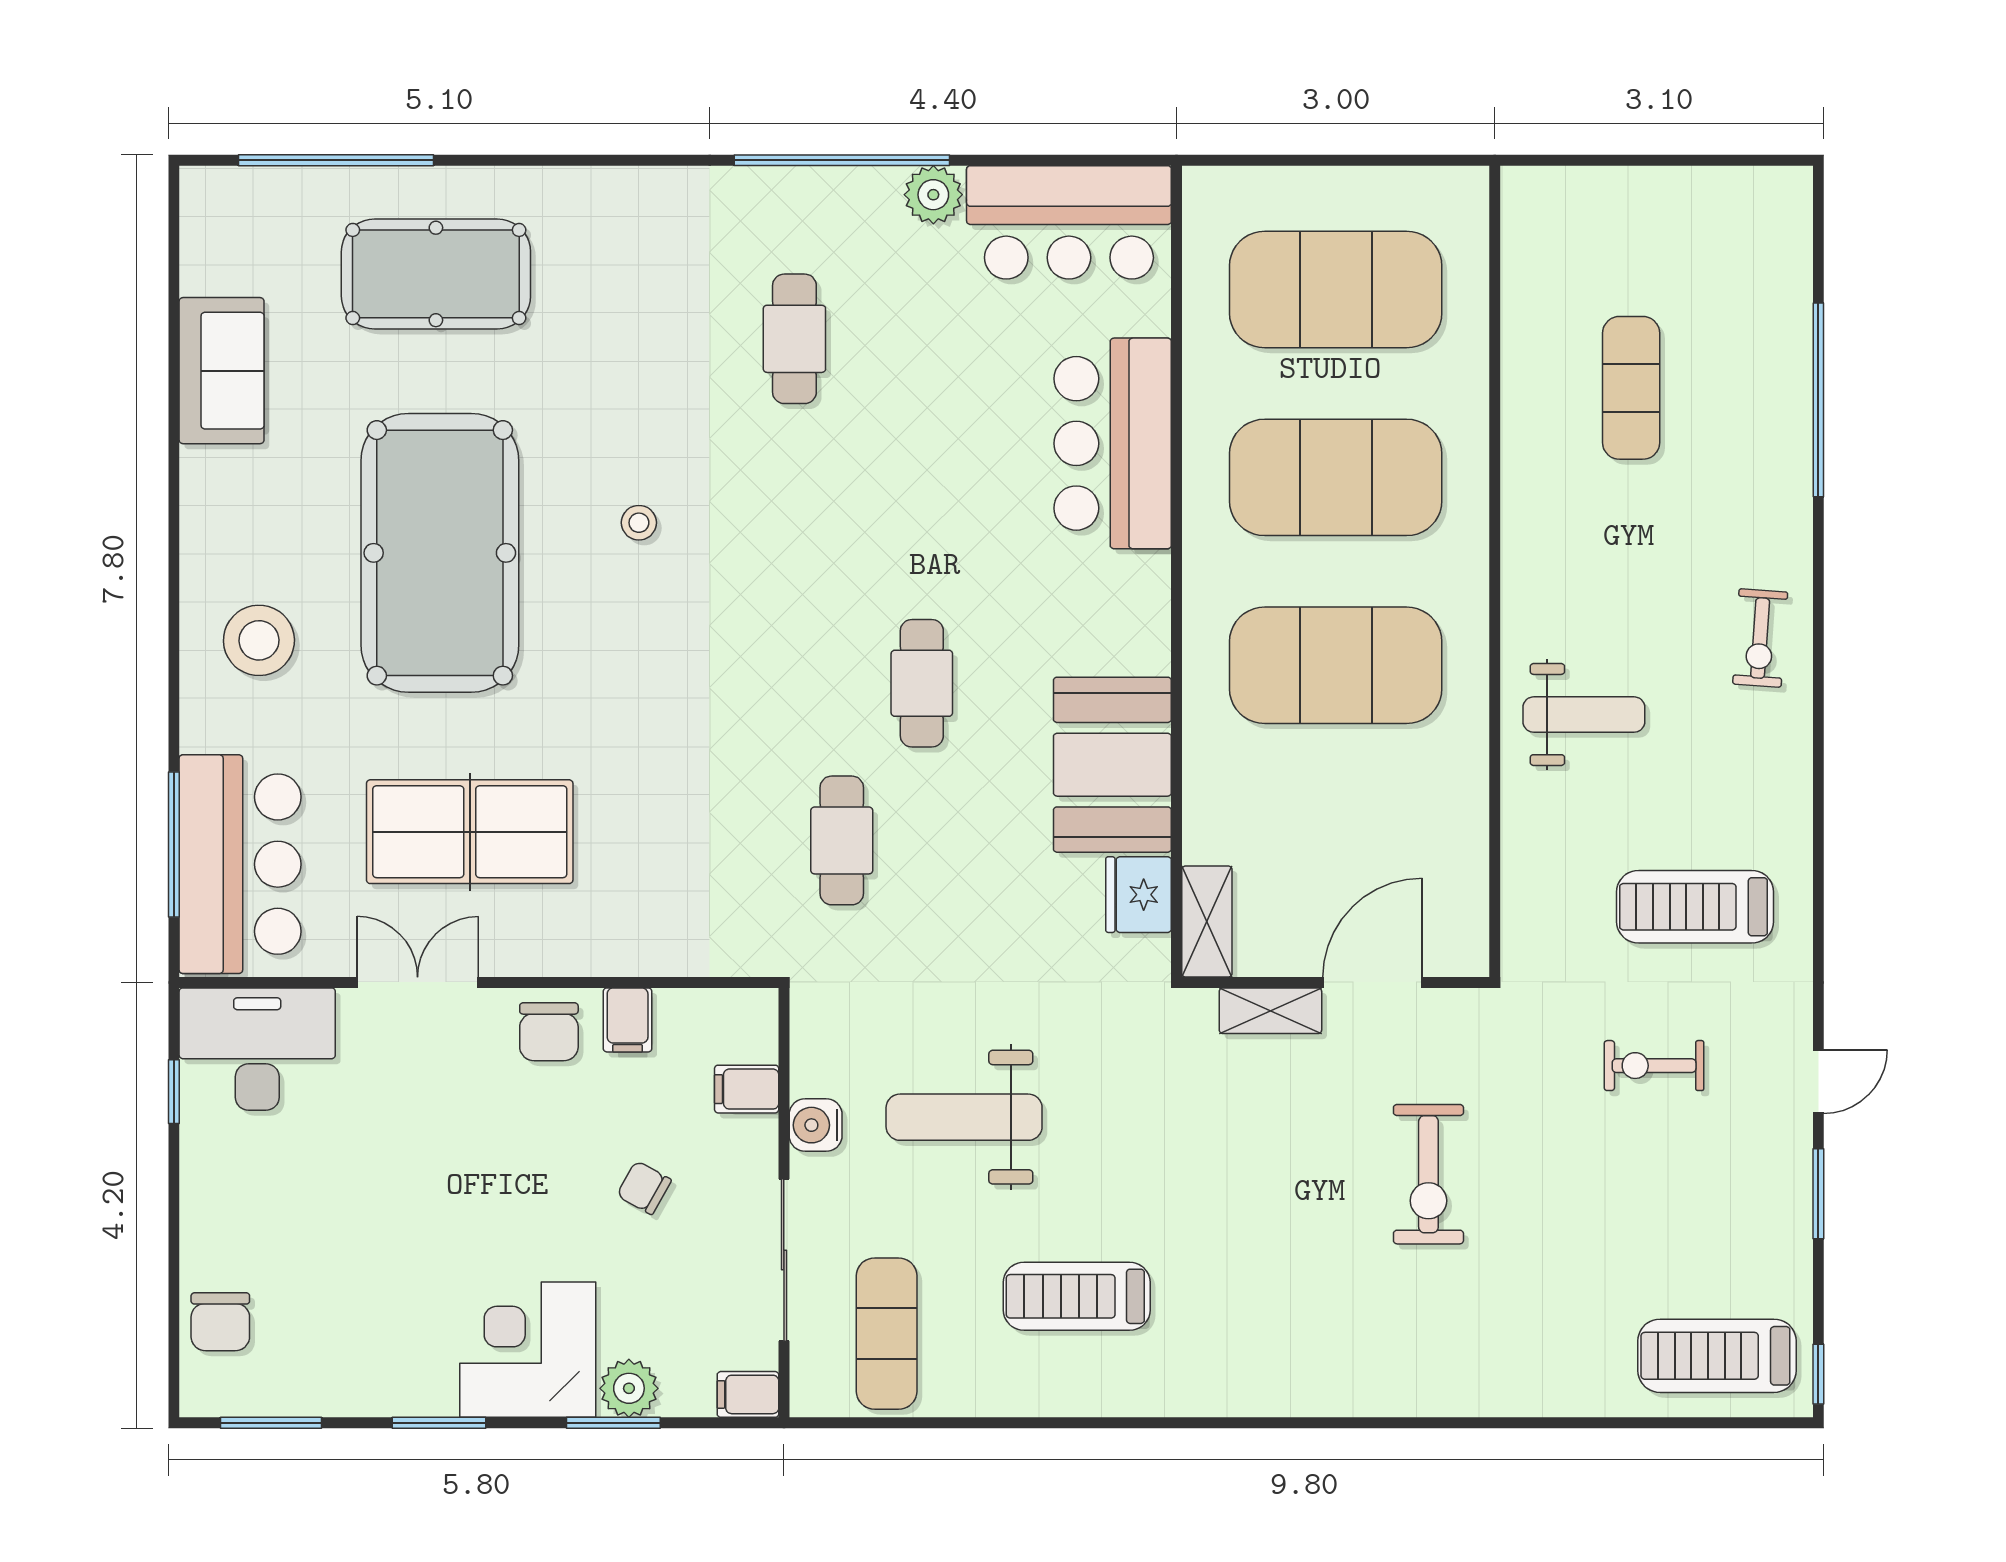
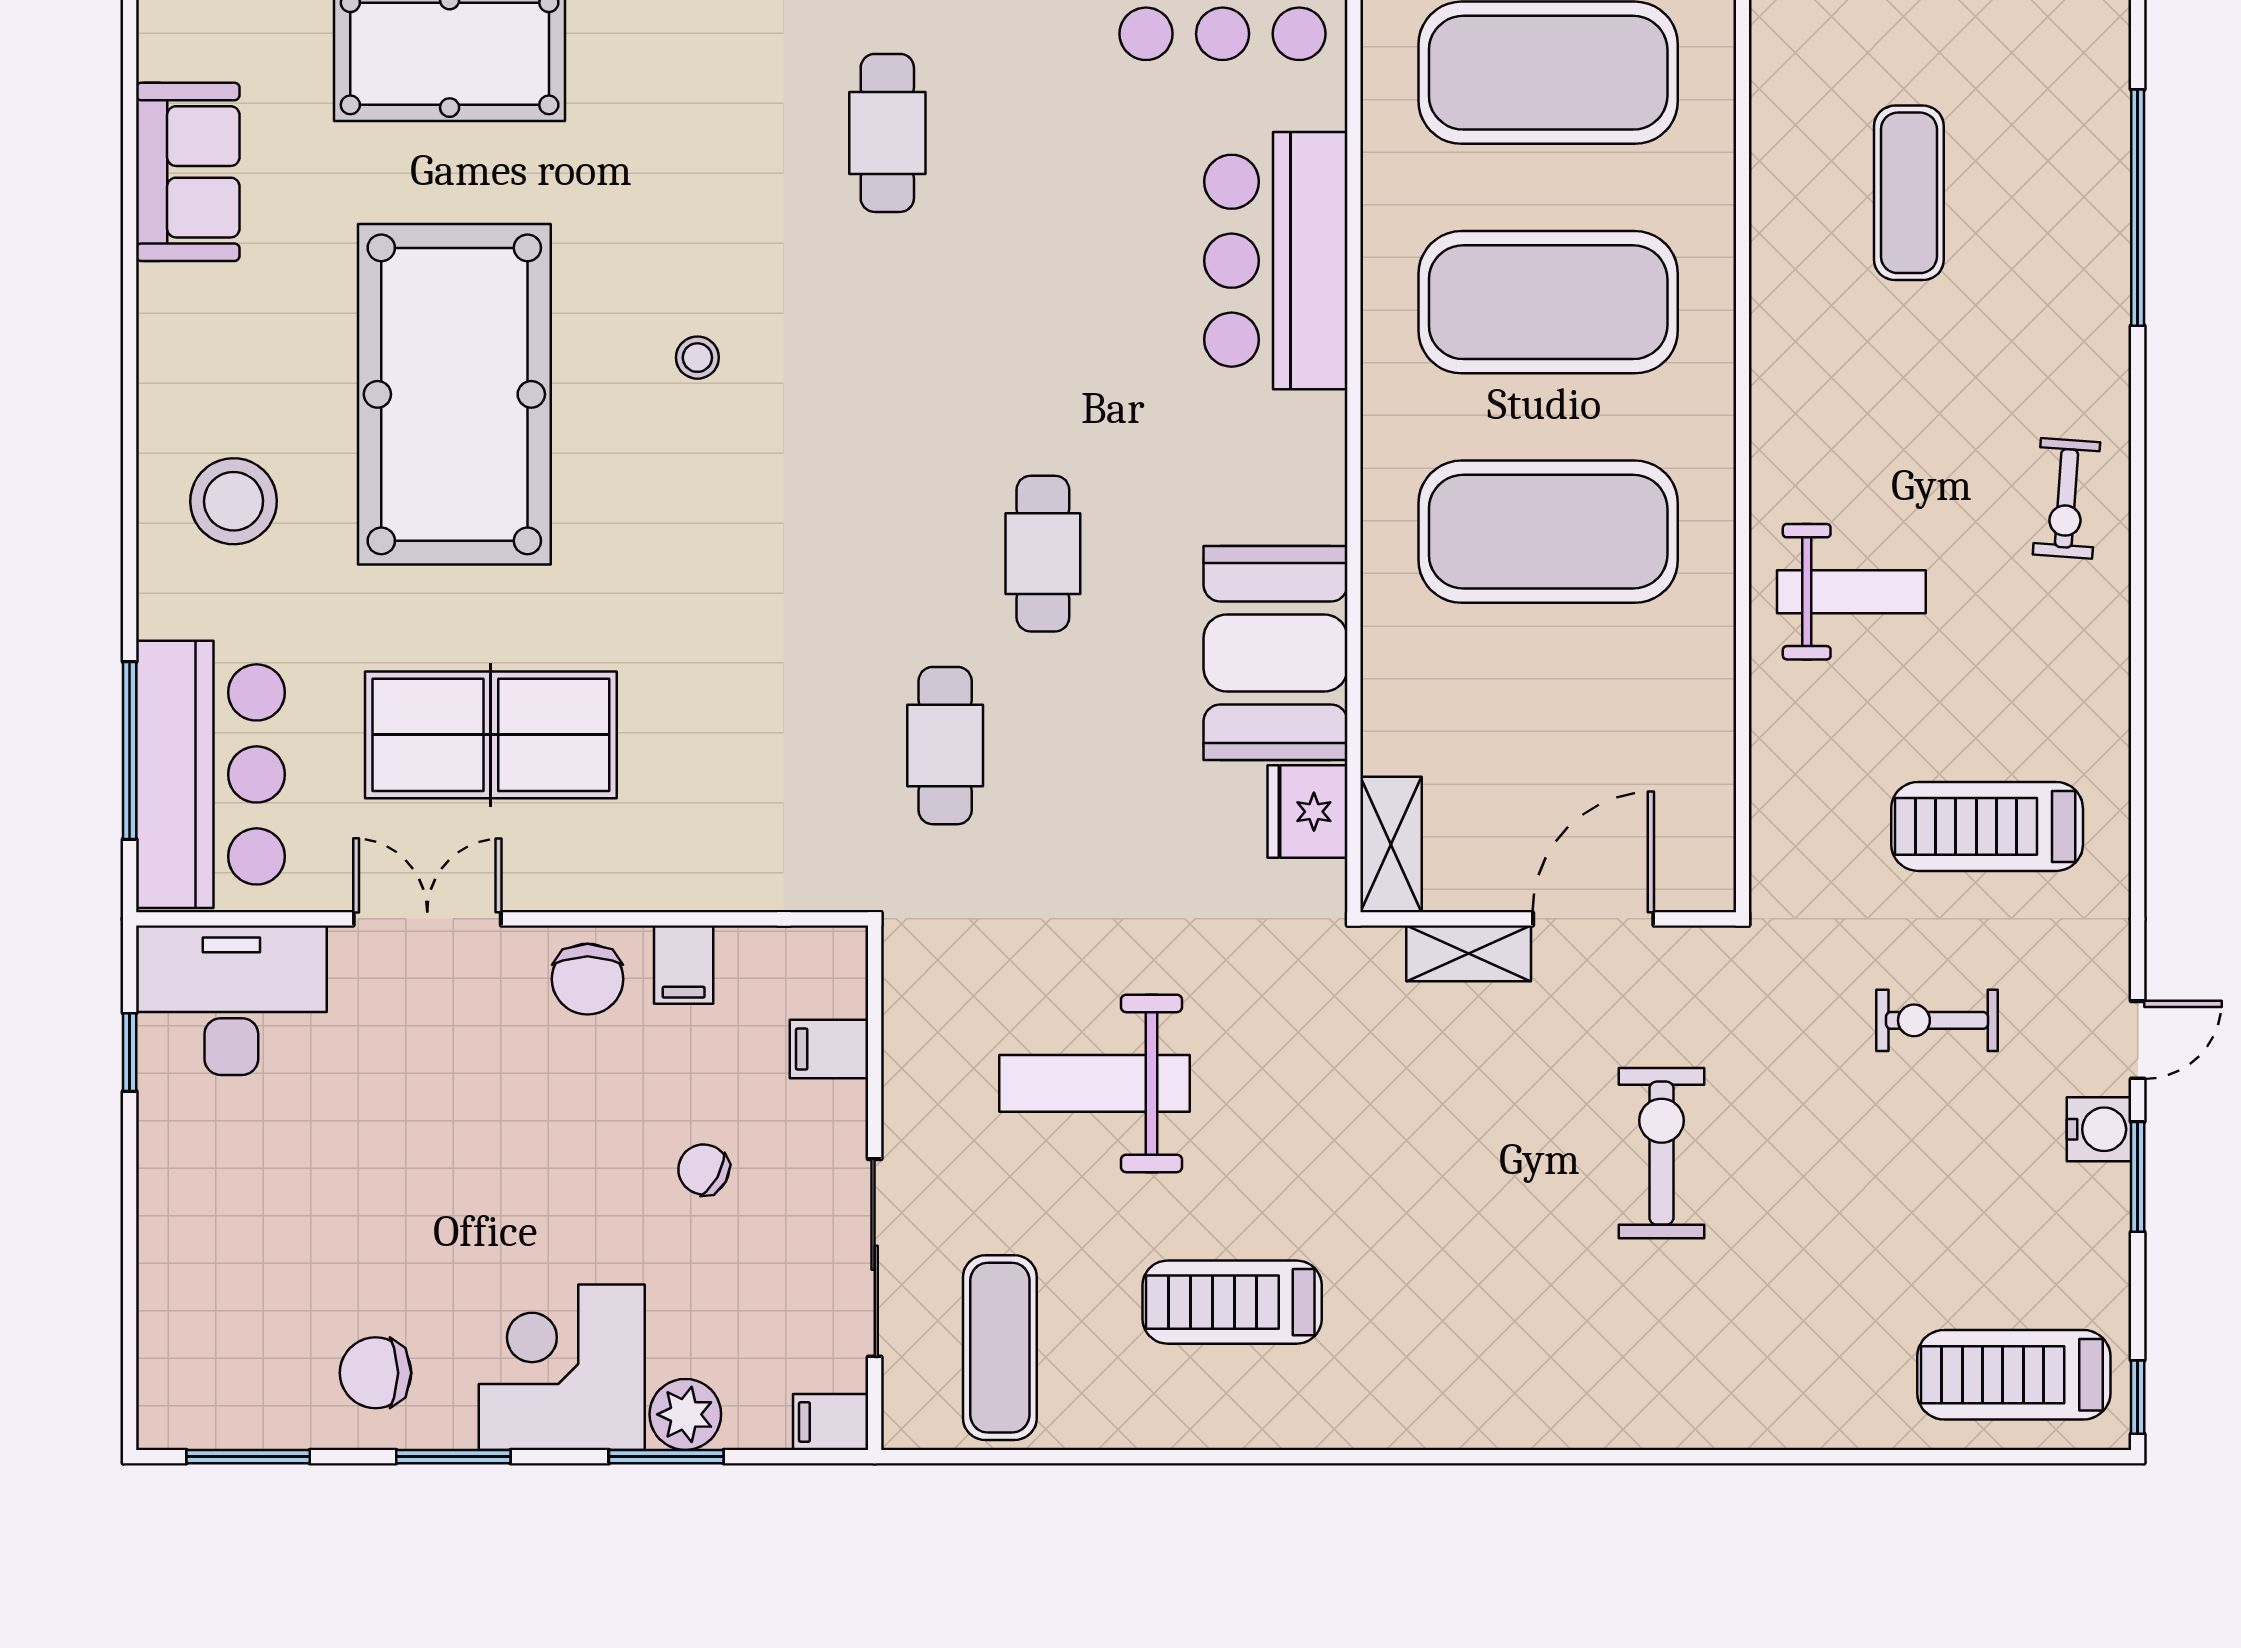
water cooler: (816, 1125) -> (2099, 1129), moved, turned 180
exercise bike: (1428, 1174) -> (1662, 1153), turned 180
chair: (220, 1322) -> (376, 1373), moved, turned 90

